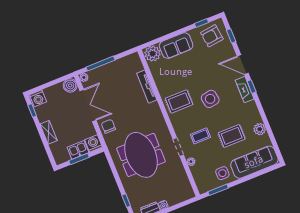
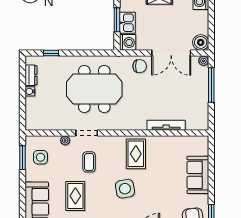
plant: (153, 54) -> (199, 146), removed
side table: (222, 173) -> (40, 157), moved

